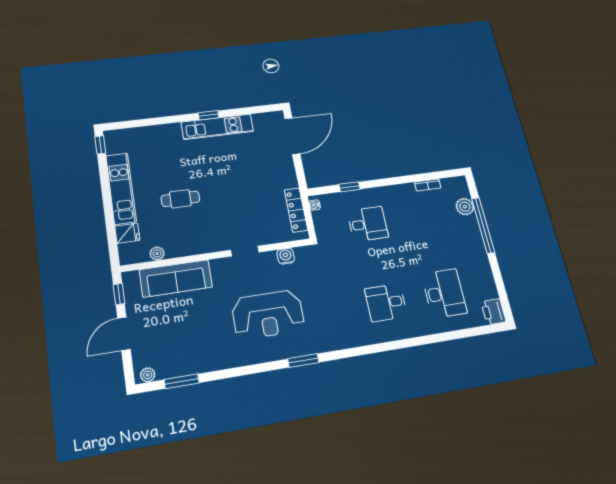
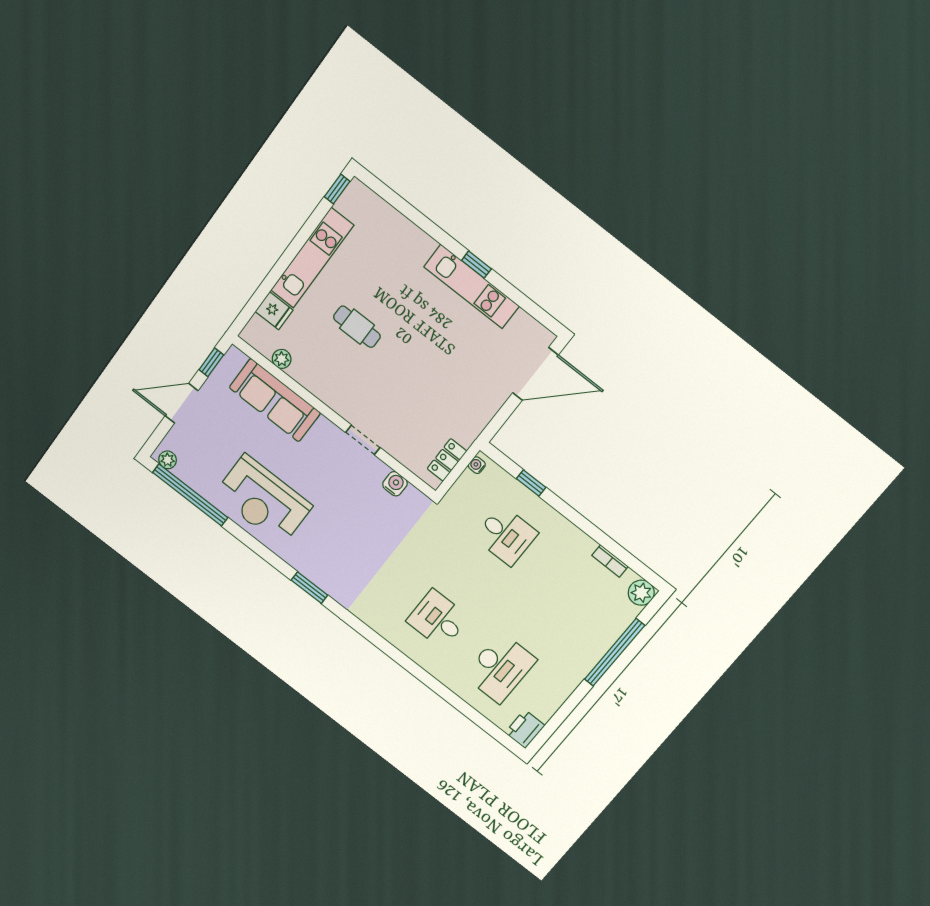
plant: (465, 207) -> (641, 593), moved
locker: (296, 210) -> (447, 460), width x0.66
reception desk: (268, 315) -> (263, 500), moved
window: (182, 381) -> (190, 495), width x2.11

